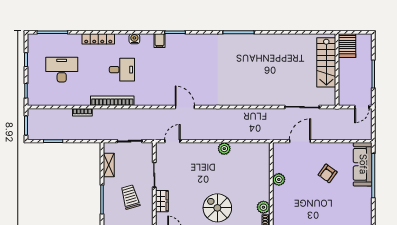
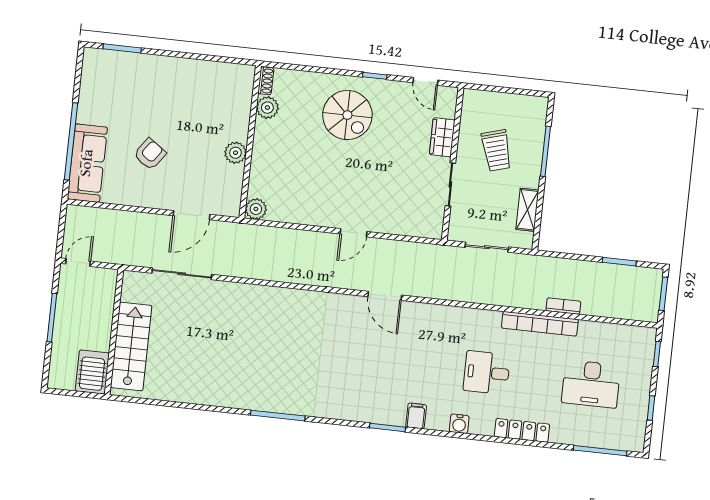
bookcase: (112, 101) -> (540, 324), moved
door: (172, 141) -> (353, 233), moved
plant: (224, 149) -> (256, 209), moved

